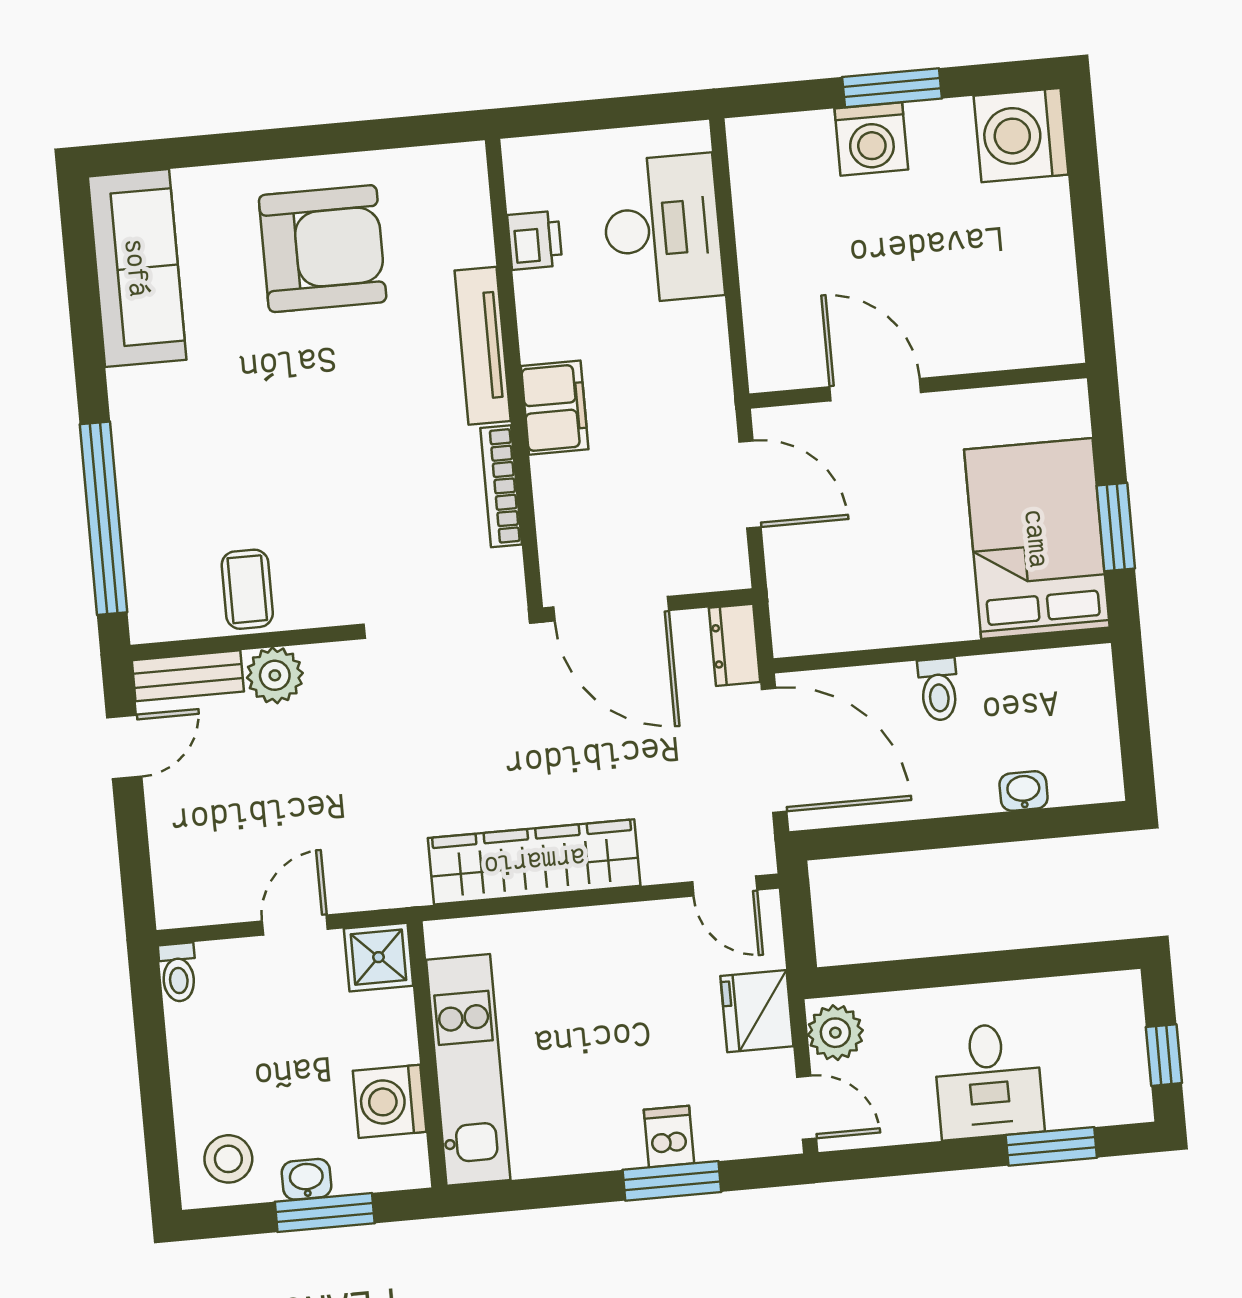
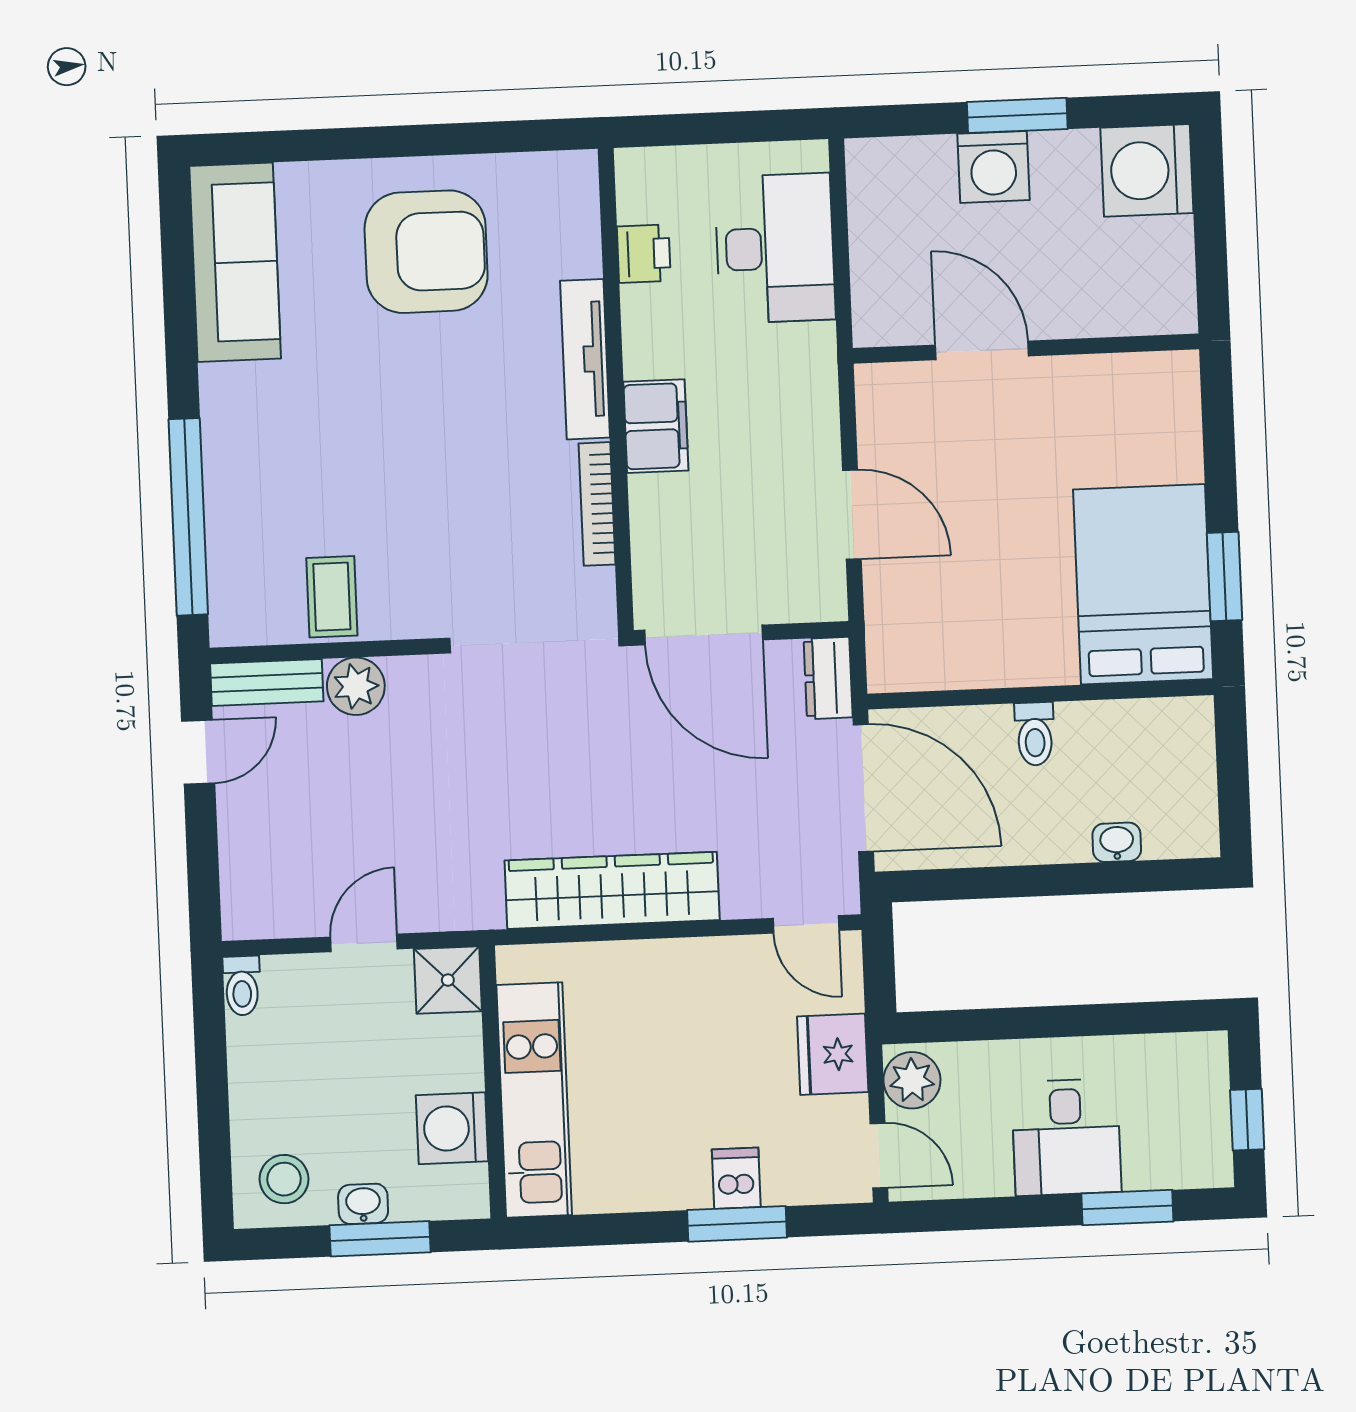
wall: (918, 386) -> (1026, 349), moved
door: (875, 390) -> (982, 350), moved

